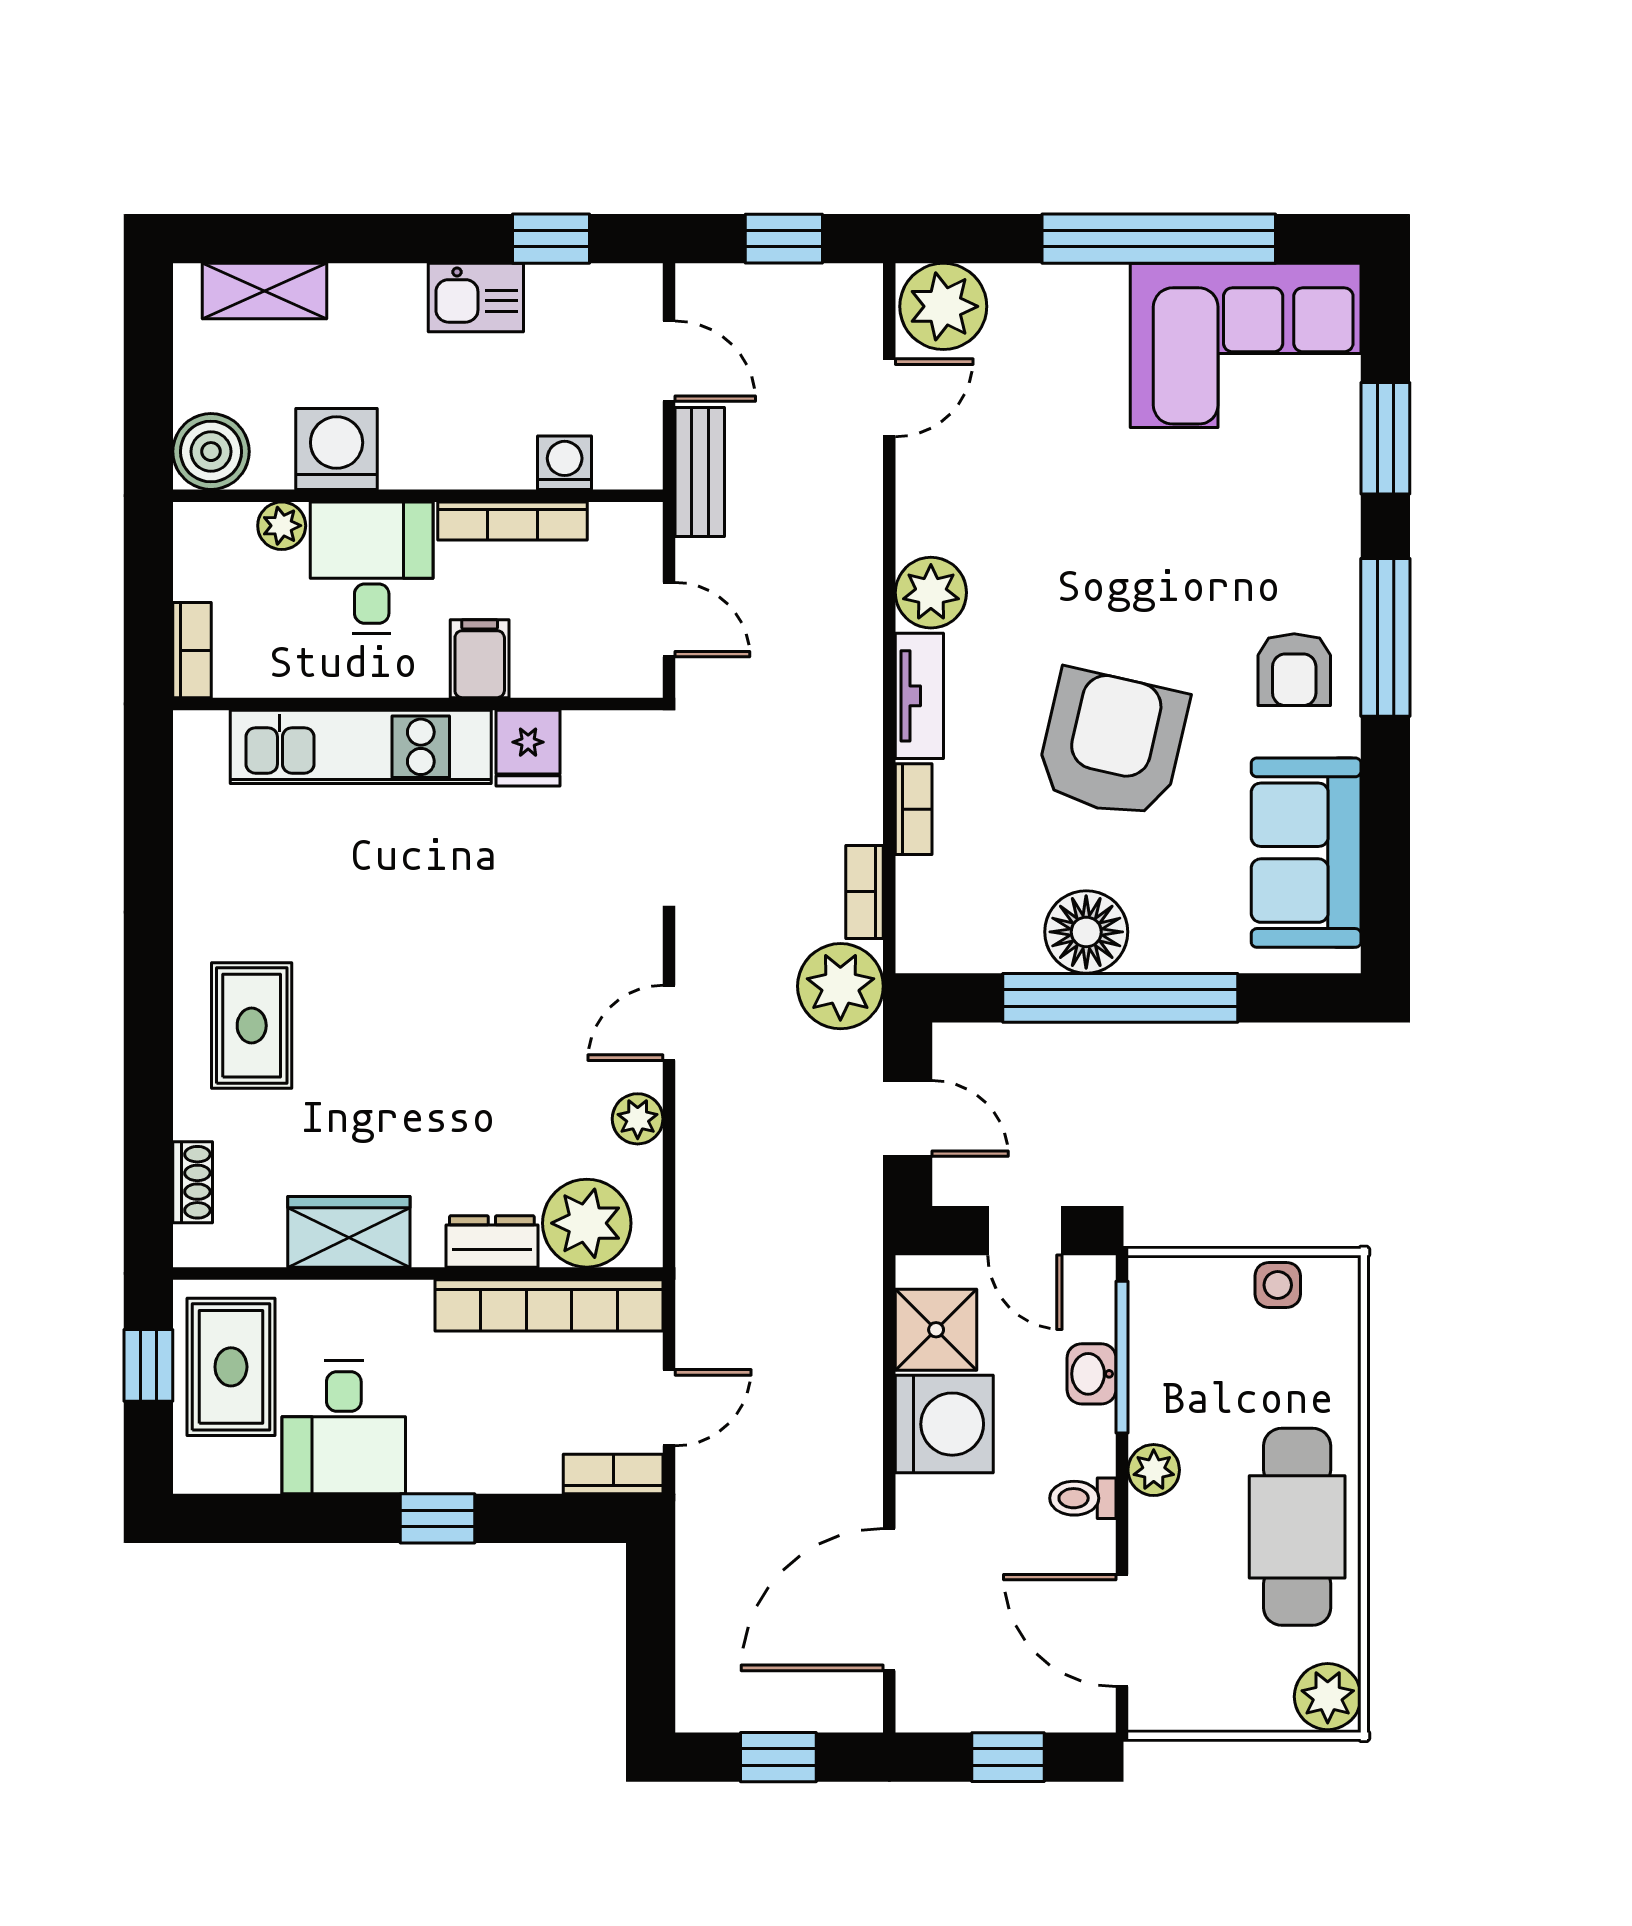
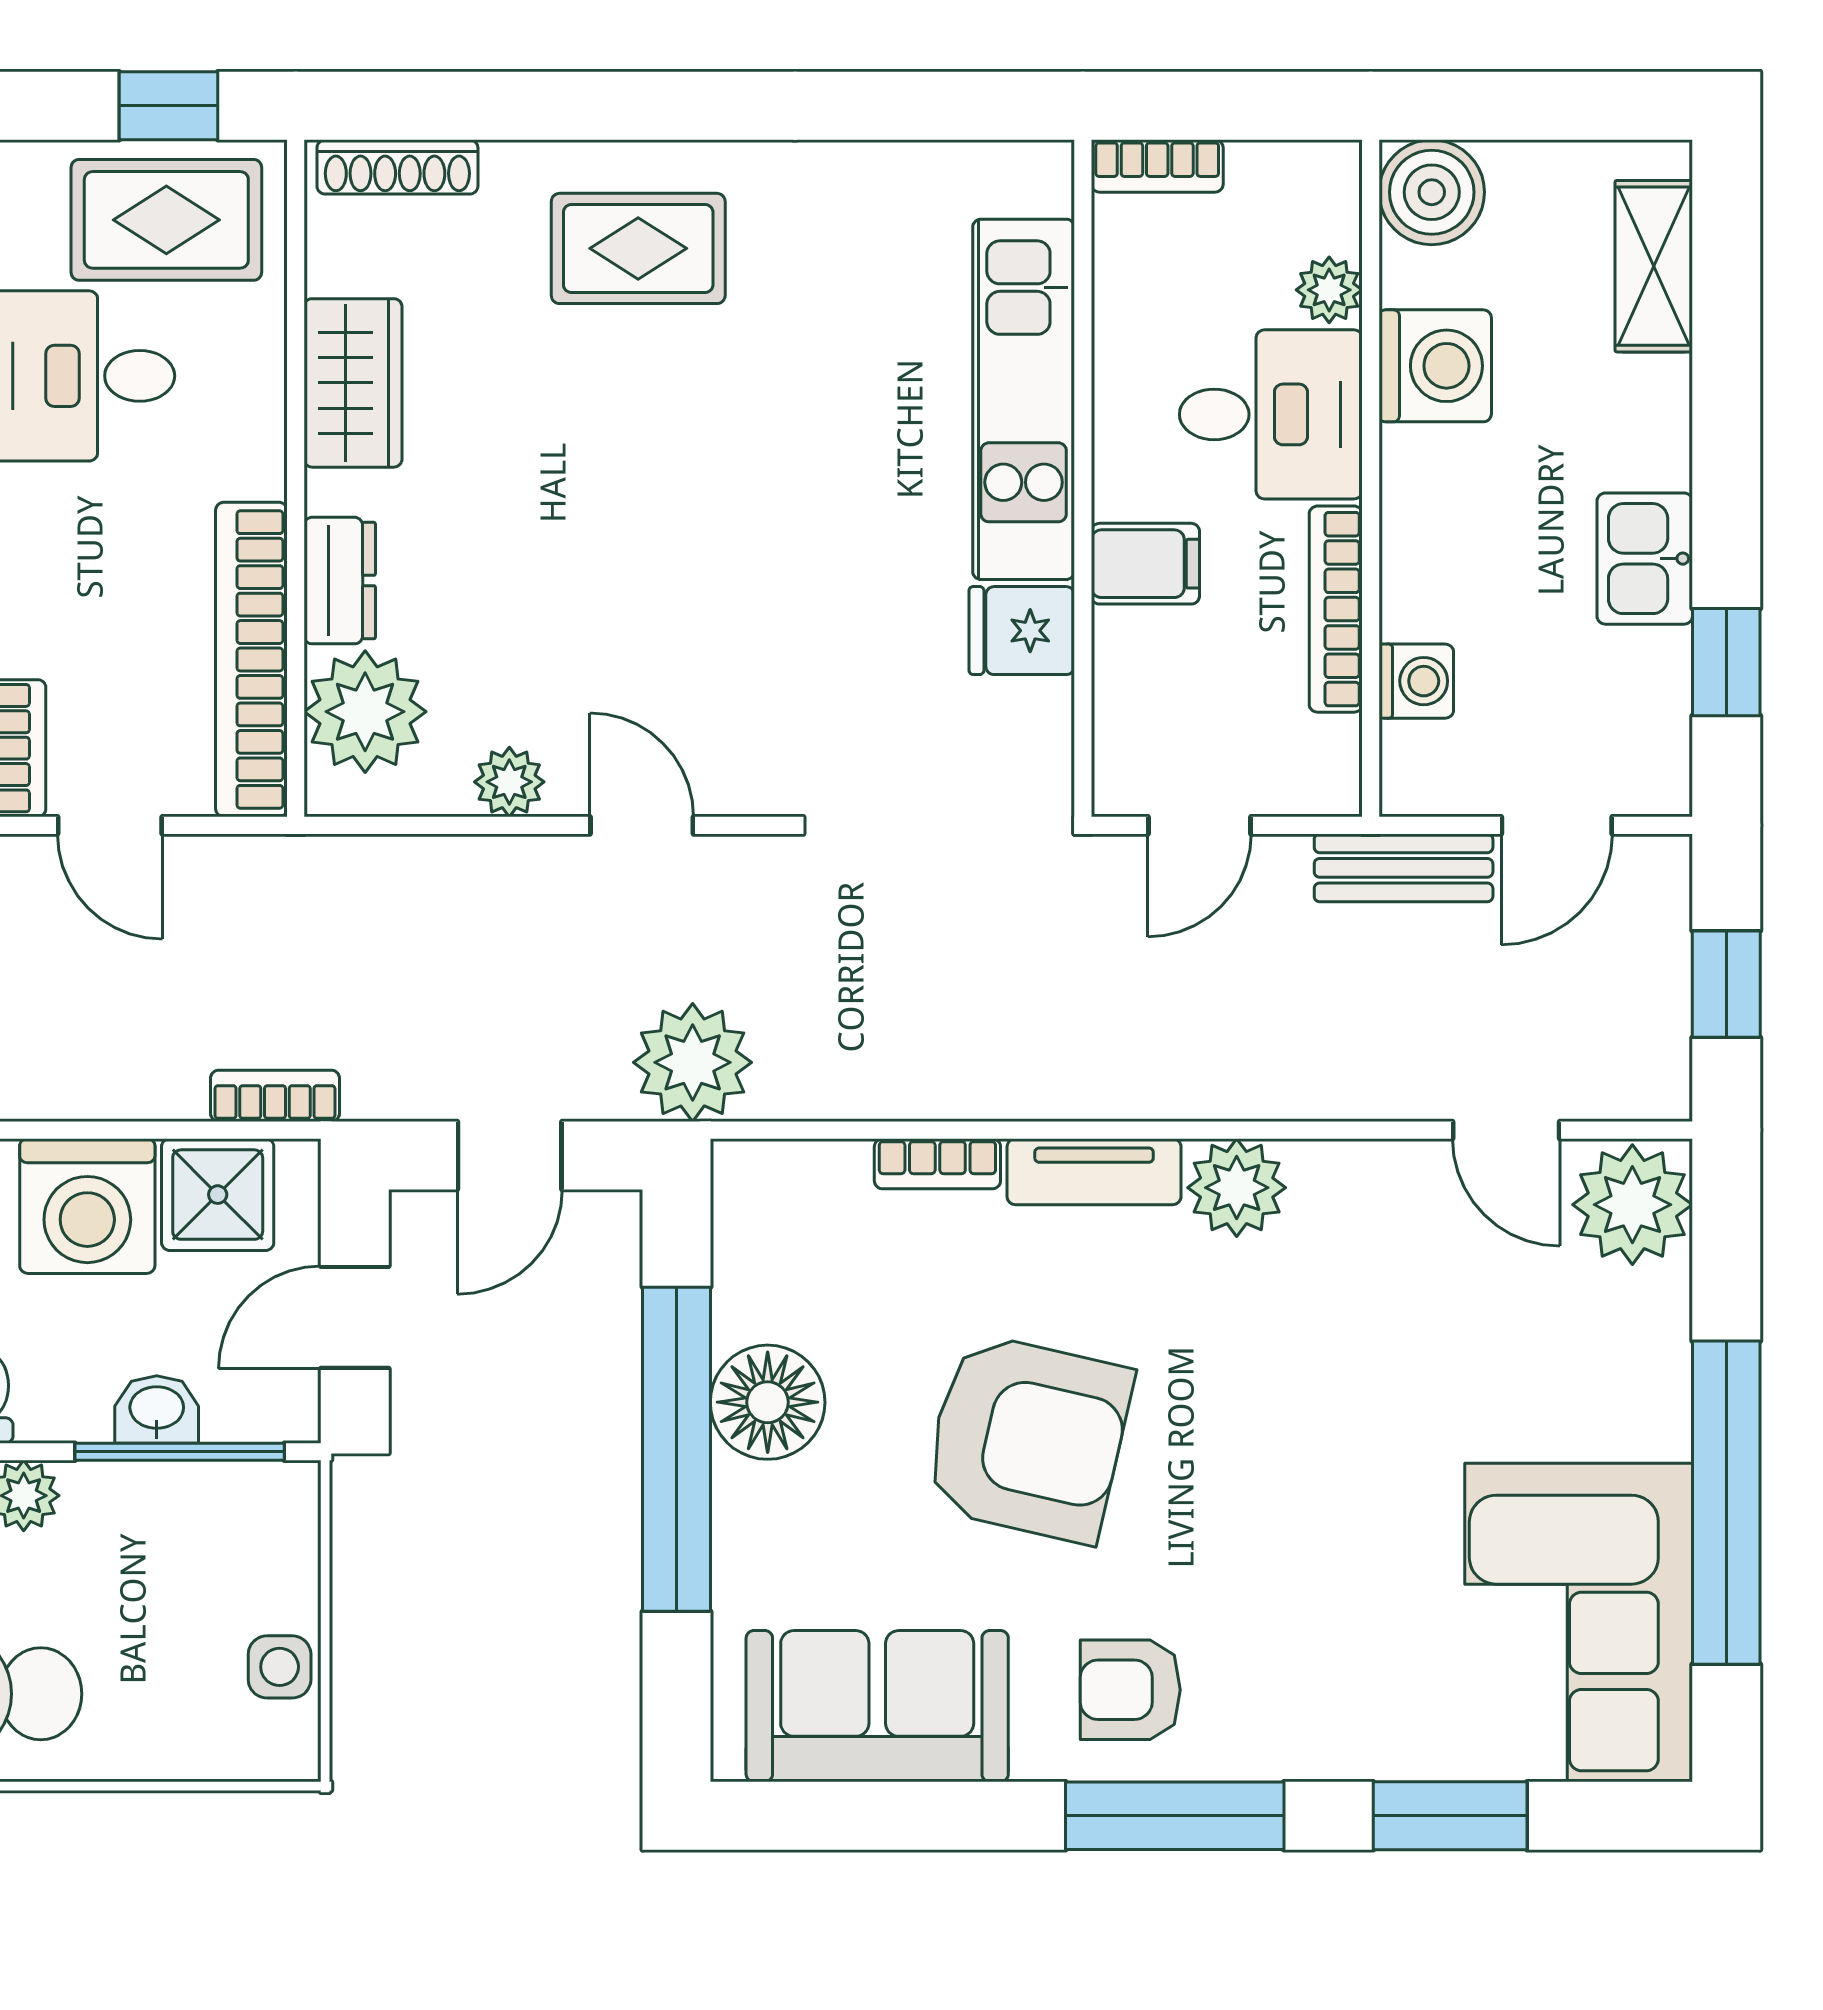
bookcase: (865, 892) -> (275, 1096), moved
shoe rack: (193, 1182) -> (397, 167), width x1.43

